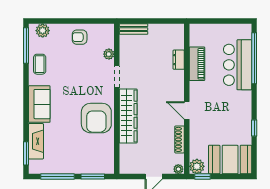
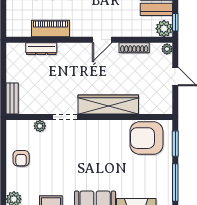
dresser: (179, 60) -> (41, 49), width x1.44
armchair: (96, 118) -> (146, 138), moved, turned 180

